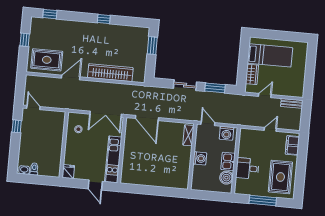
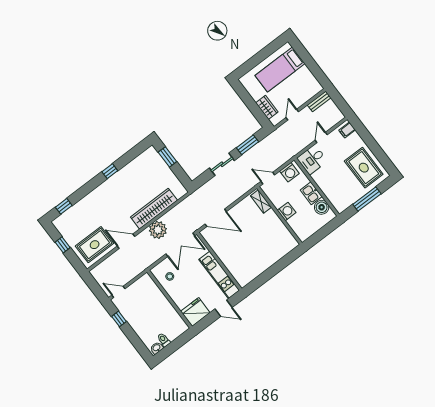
bed: (270, 55) -> (280, 69), moved, turned 180
door: (71, 77) -> (126, 241), hinge flipped
plant: (100, 90) -> (158, 230), added
filing cabinet: (292, 145) -> (347, 130), width x0.50
desk: (247, 168) -> (312, 160), moved
fridge: (68, 172) -> (195, 312), width x1.88, depth x1.34

